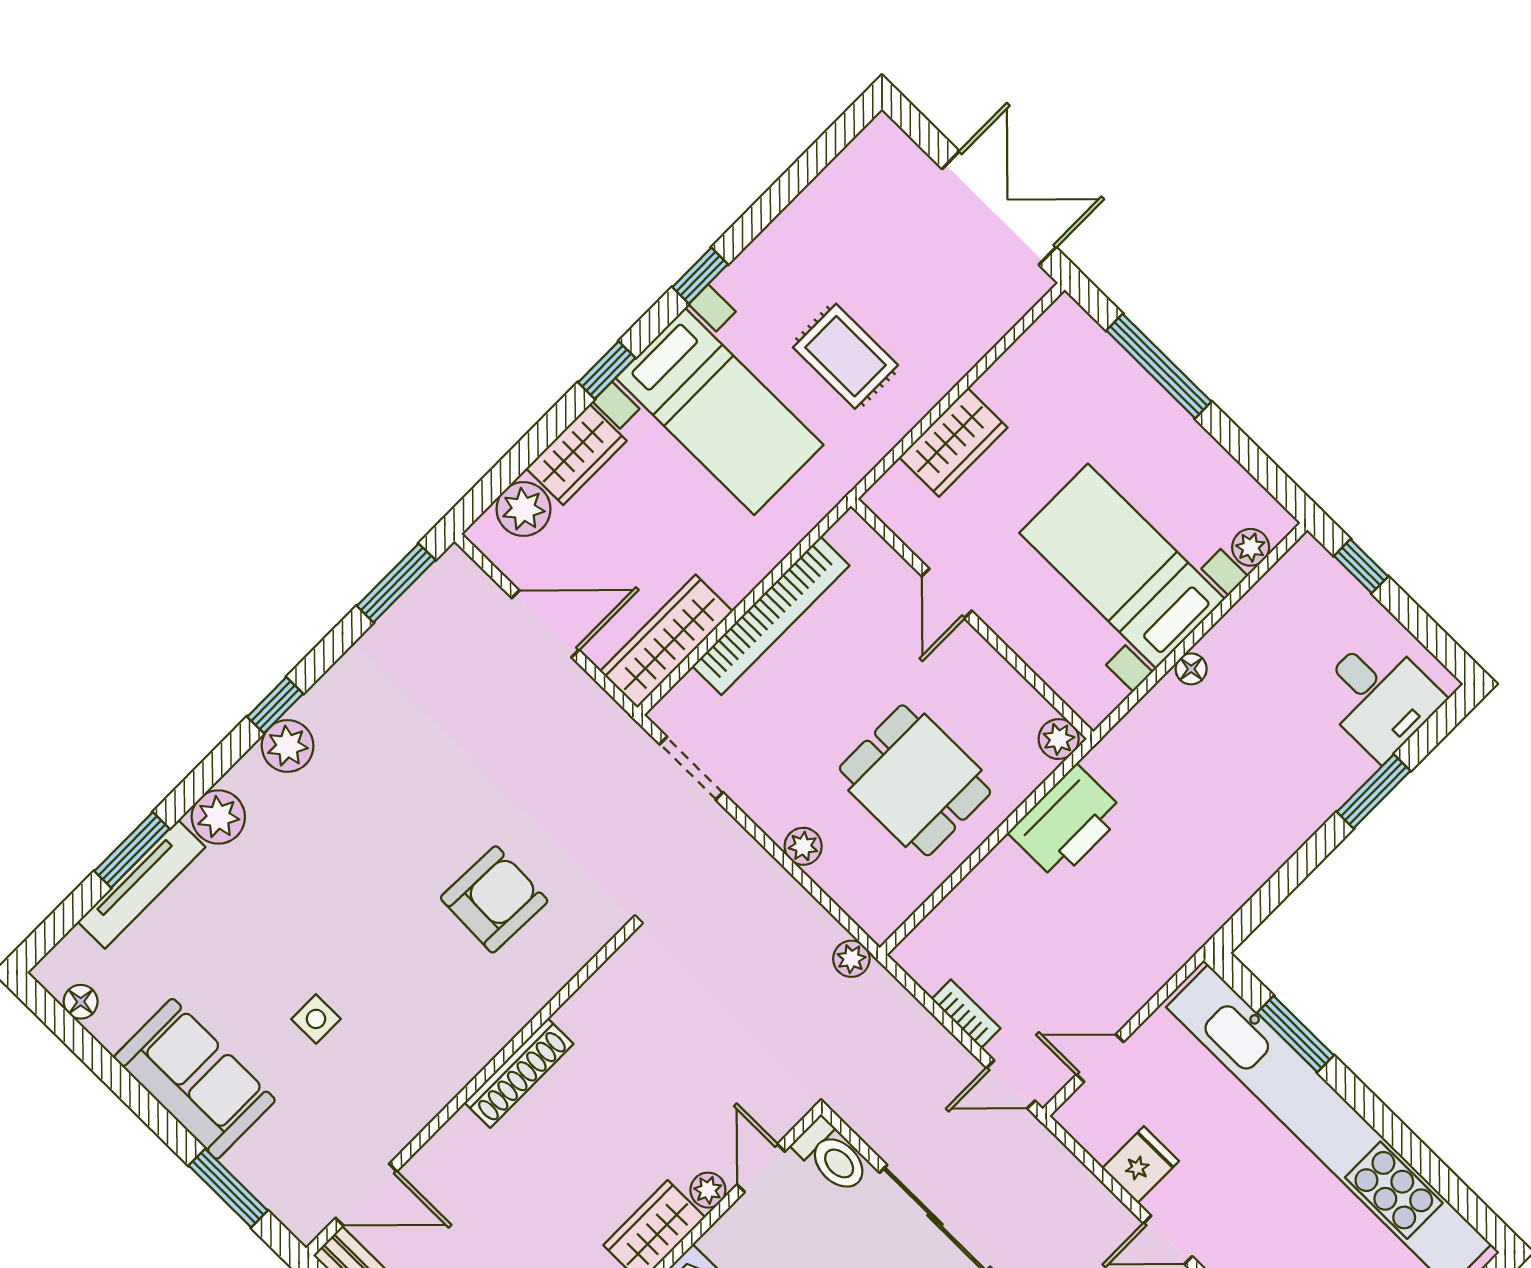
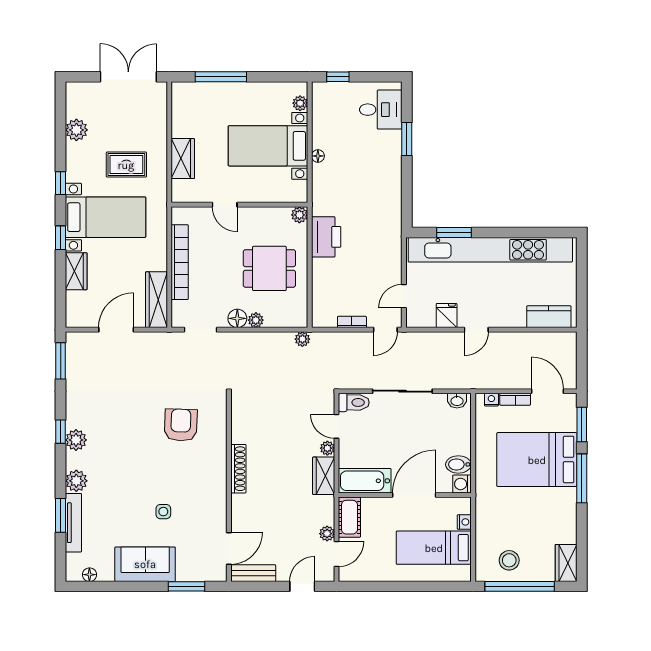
plant: (523, 509) -> (76, 130), moved
floor lamp: (774, 812) -> (237, 318), added

